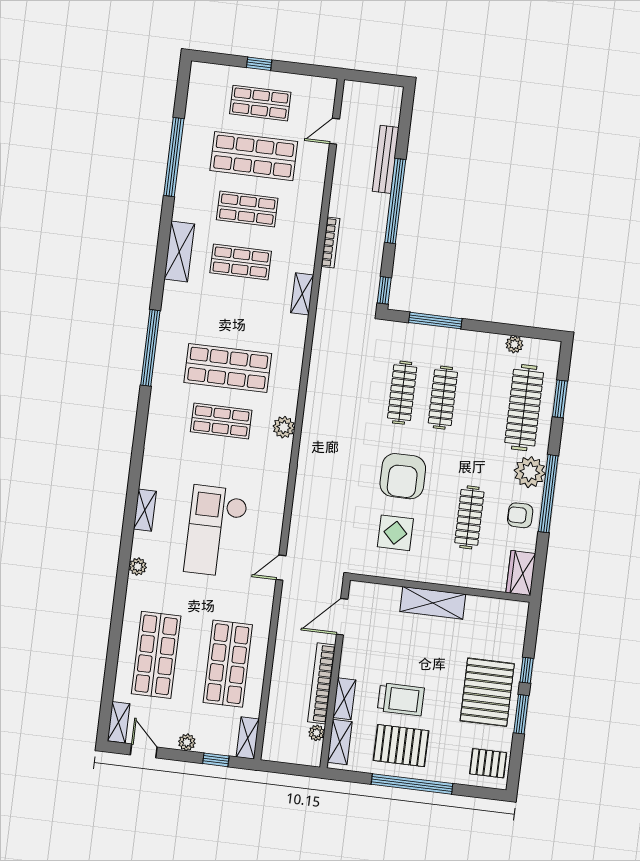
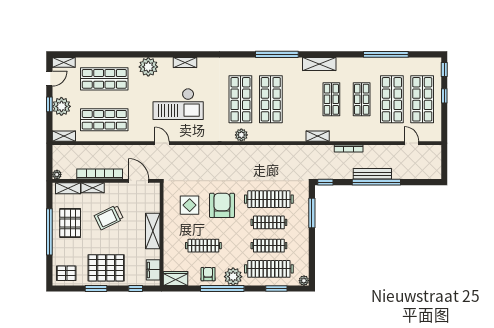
window: (213, 58) -> (444, 69), added
shop shelf: (260, 103) -> (422, 99), width x1.43, depth x1.36
bench: (386, 159) -> (372, 174), moved
shelving: (179, 252) -> (319, 64), moved
plant: (514, 344) -> (304, 281), moved
clothes rail: (402, 393) -> (269, 199), width x1.37, depth x1.31
clothes rail: (483, 403) -> (269, 246), added
shop shelf: (221, 421) -> (240, 99), width x1.43, depth x1.36
armchair: (403, 476) -> (222, 205), turned 90
checkout: (216, 531) -> (178, 104), turned 180
plant: (138, 566) -> (148, 67), width x1.87, depth x1.87
filing cabinet: (501, 611) -> (153, 270), added
window: (527, 670) -> (136, 289), moved
trolley: (401, 699) -> (109, 217), moved, turned 64
plant: (317, 733) -> (57, 175), moved
plant: (187, 742) -> (61, 106), width x1.87, depth x1.87
window: (216, 760) -> (49, 104), moved
pallet: (488, 763) -> (66, 273), turned 90

